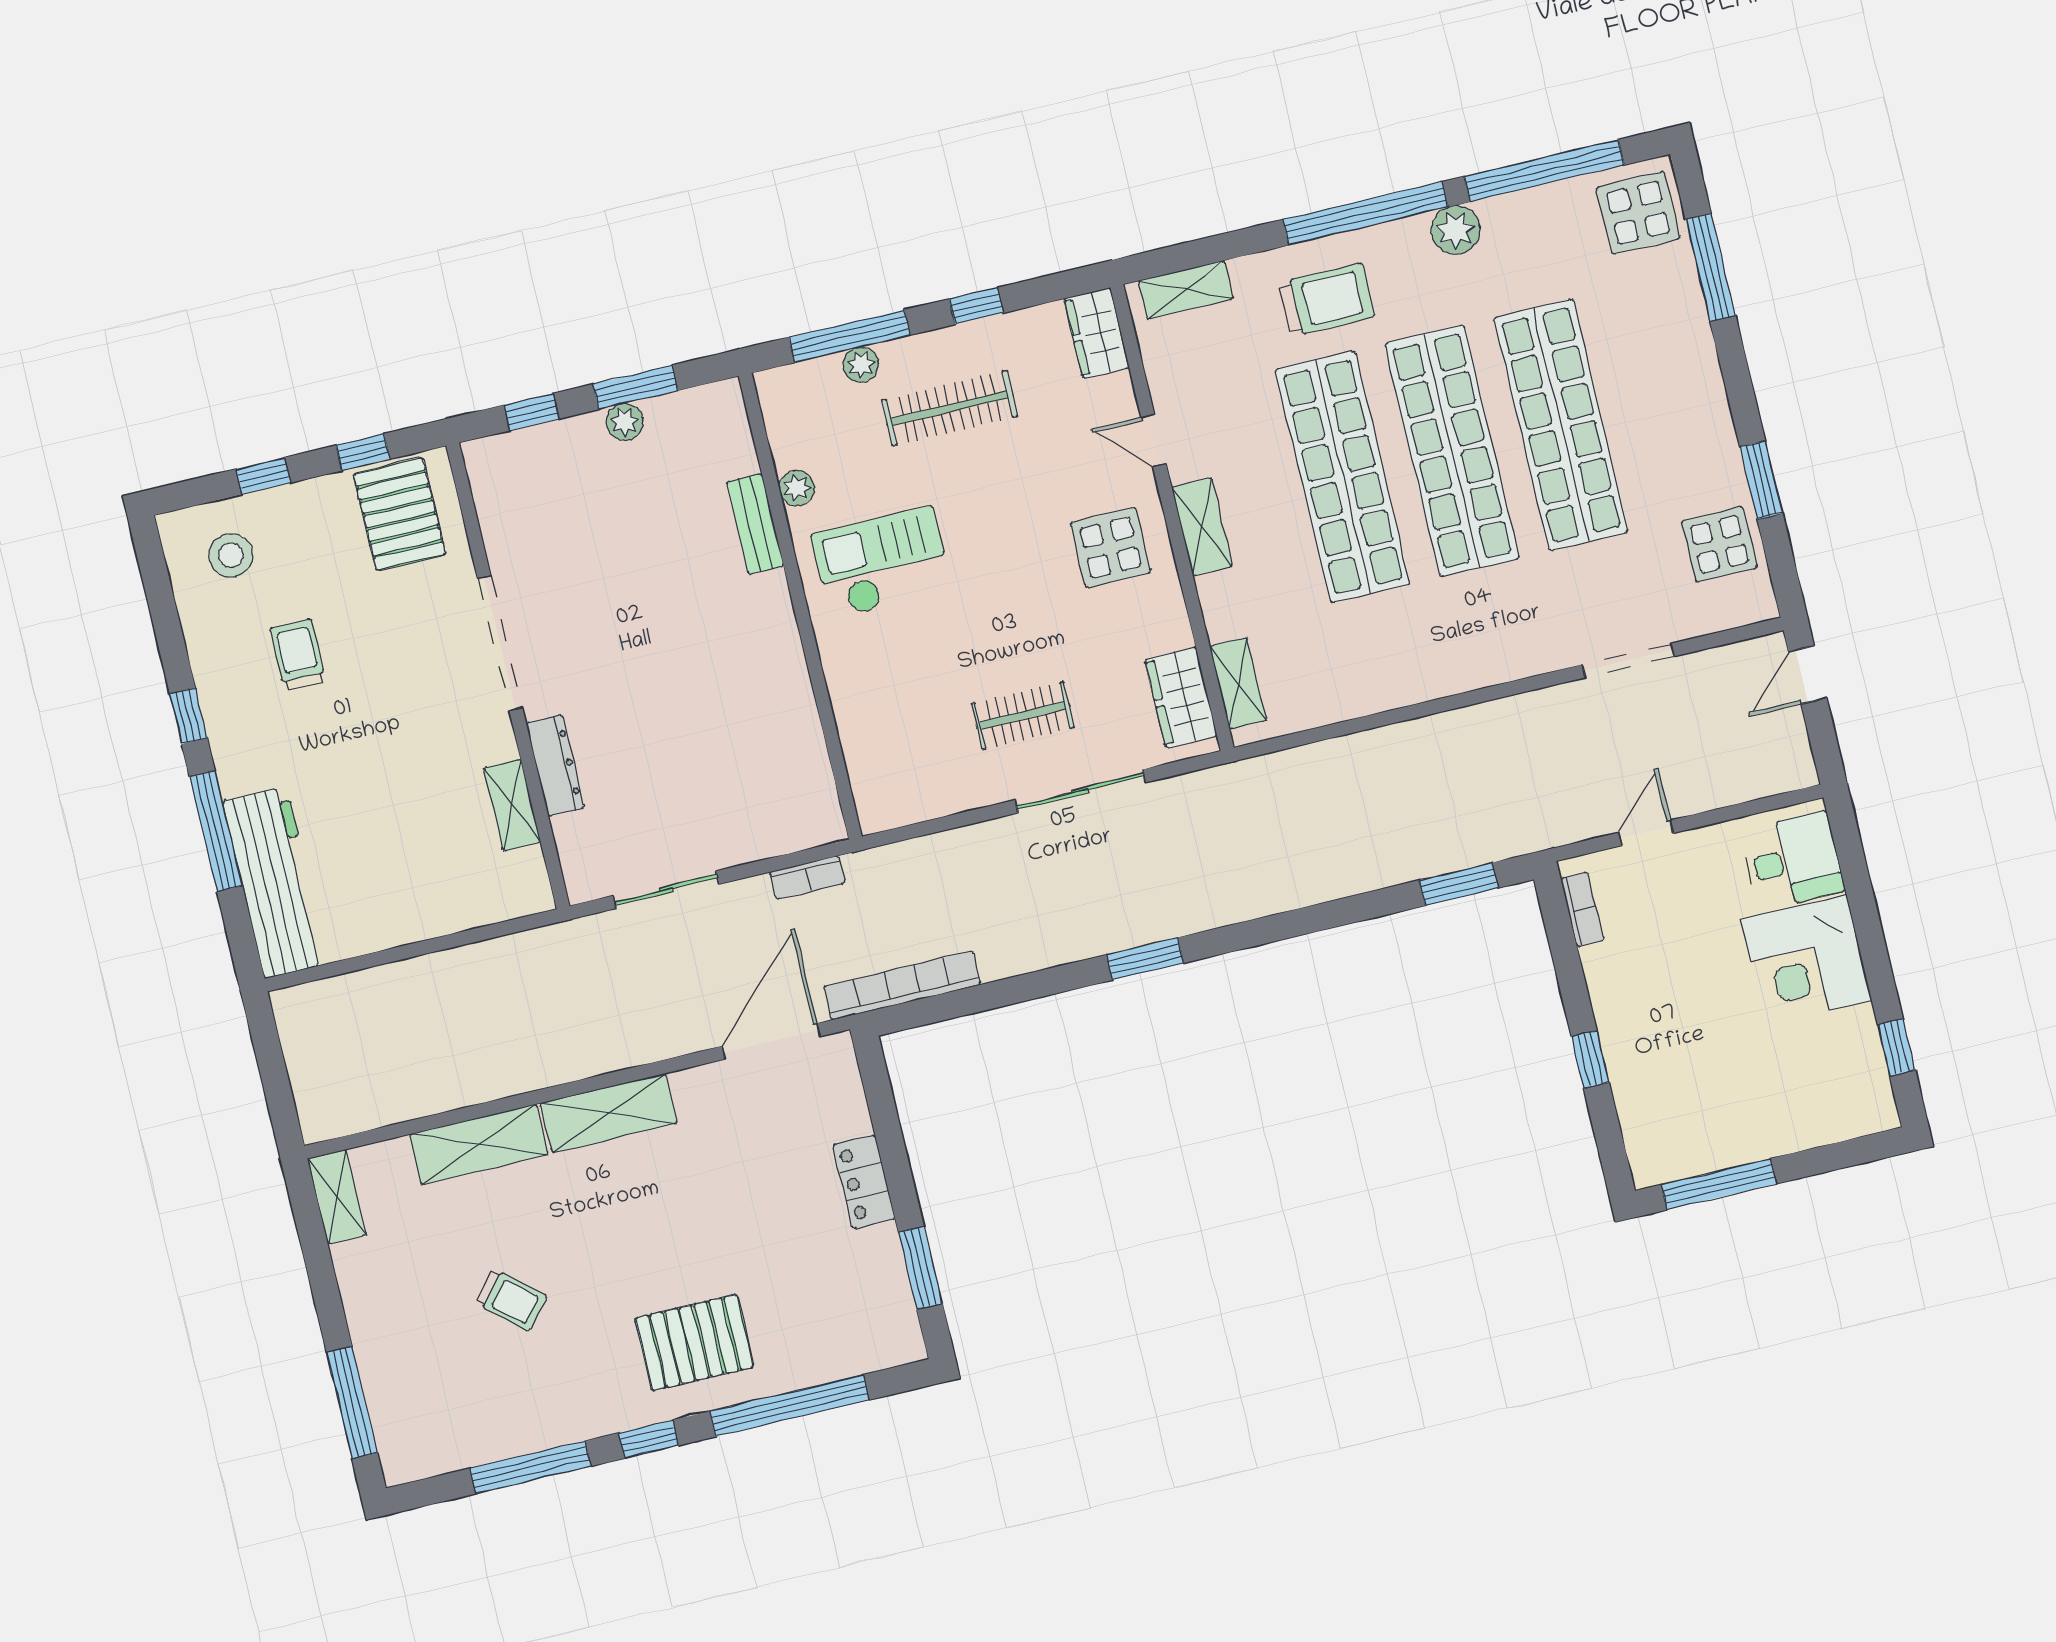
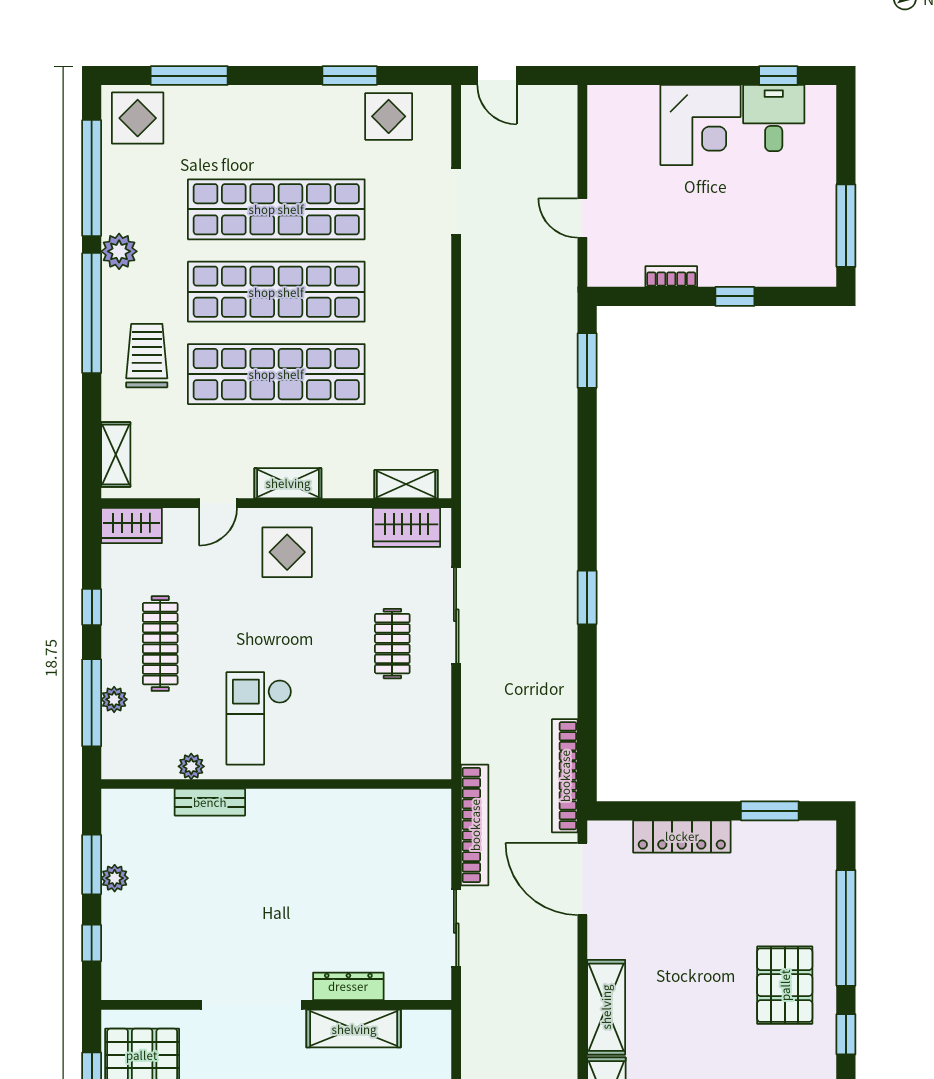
shelving: (512, 805) -> (354, 1029), width x1.50, depth x1.33
desk: (1792, 861) -> (774, 118), moved
bookcase: (807, 877) -> (475, 825), width x2.31, depth x1.31
bookcase: (1582, 909) -> (671, 277), moved
locker: (864, 1182) -> (682, 836), width x1.53

